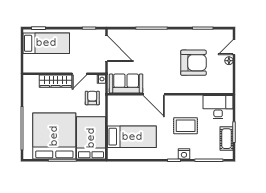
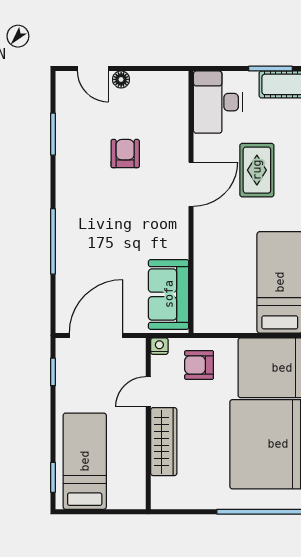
armchair: (193, 63) -> (125, 154), width x0.53, depth x0.53
door: (79, 74) -> (148, 392), swing flipped
door: (154, 94) -> (191, 184), moved

